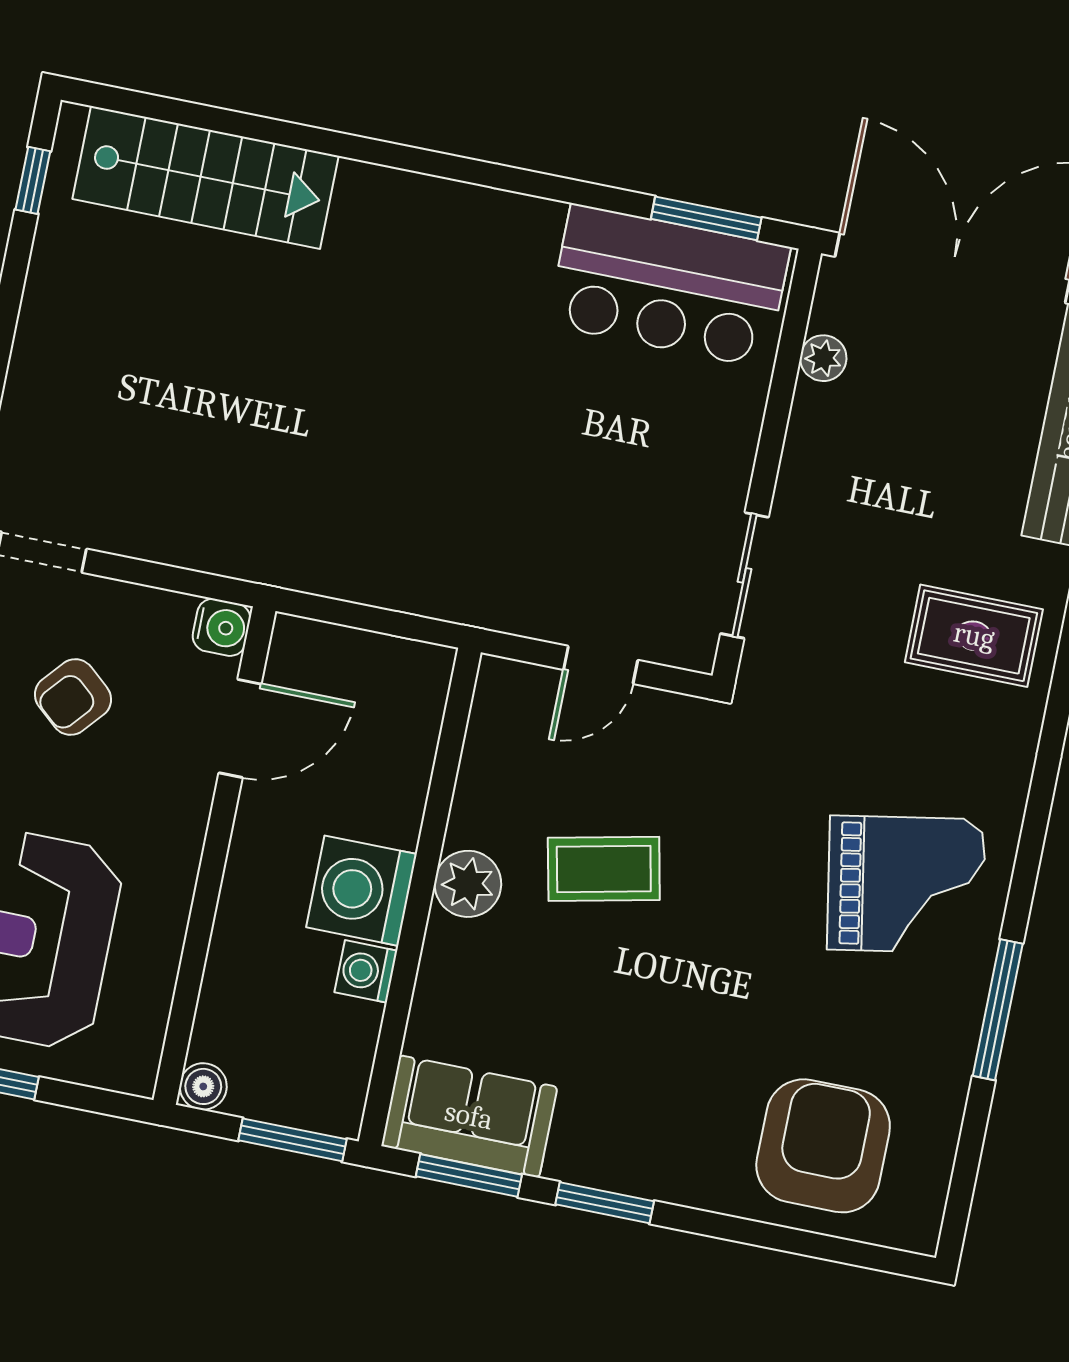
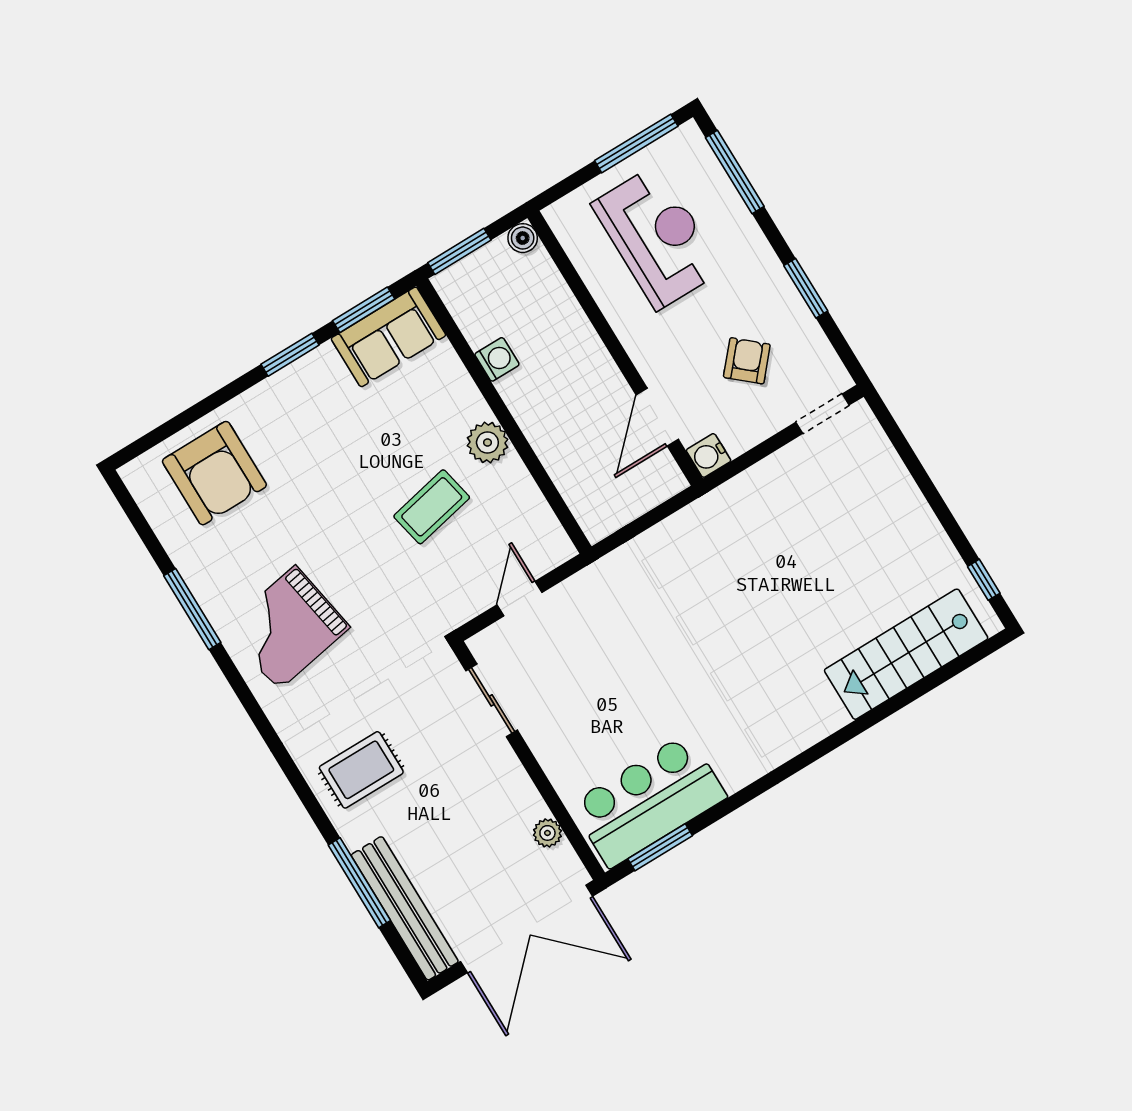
washing machine: (361, 891) -> (533, 394), removed

